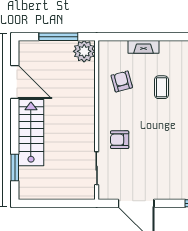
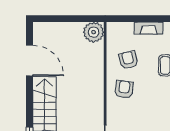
window: (58, 37) -> (70, 19), removed
armchair: (120, 140) -> (124, 89), moved, turned 97

